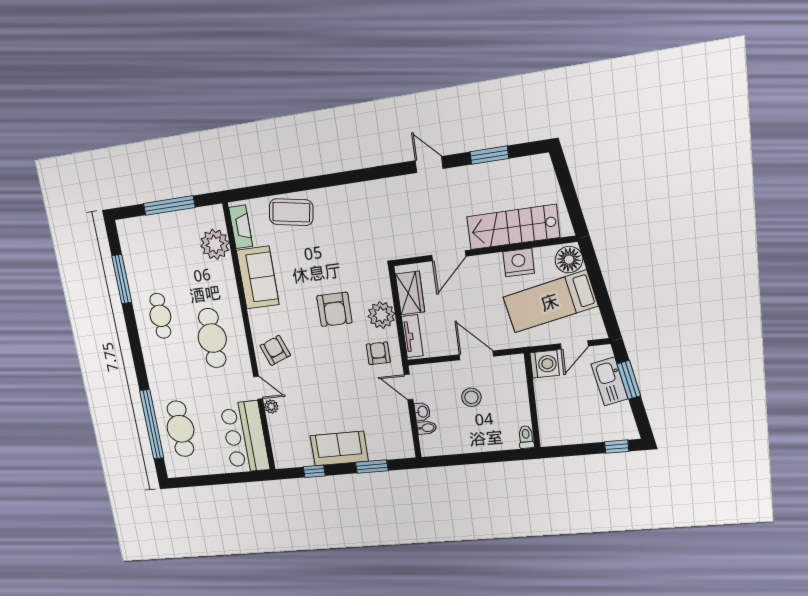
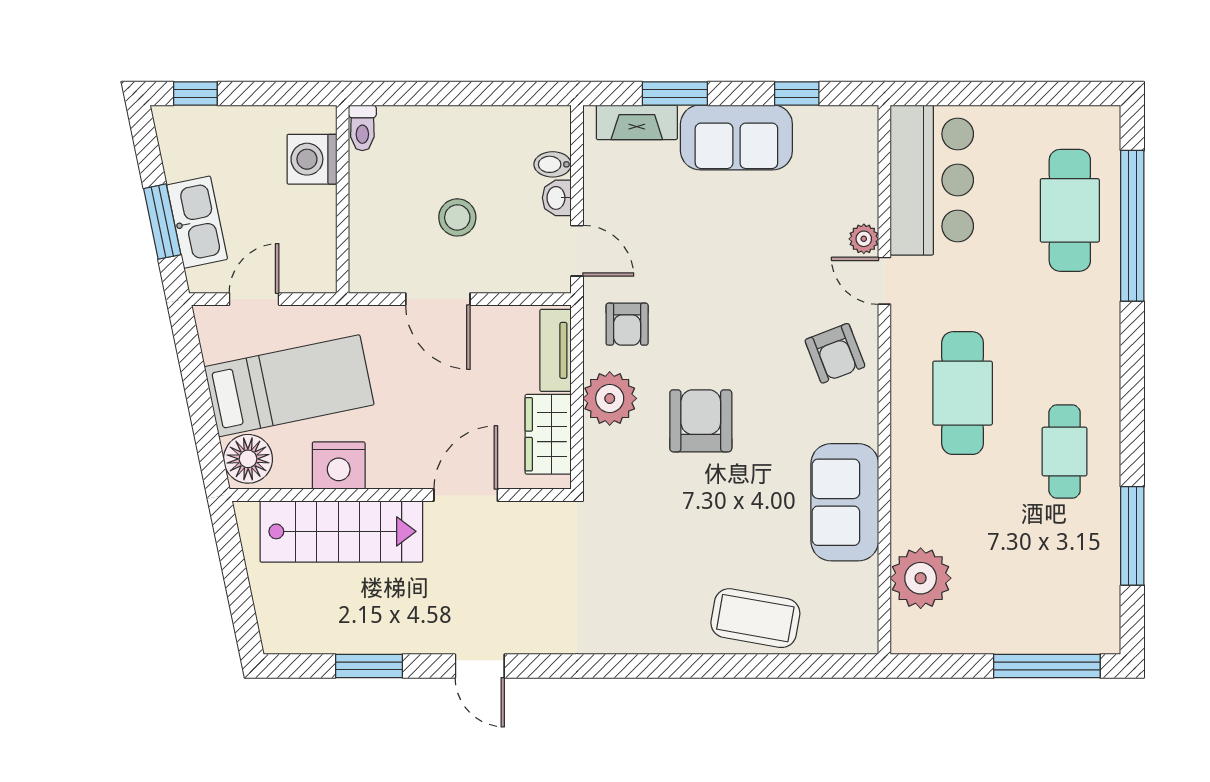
window: (169, 206) -> (1047, 666), moved
fireplace: (241, 227) -> (637, 122), moved, turned -90
washing machine: (545, 364) -> (312, 159), moved

